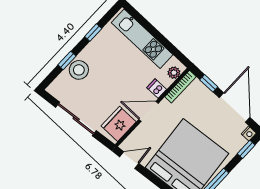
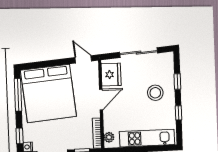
stool: (79, 70) -> (155, 93), moved
dishwasher: (157, 89) -> (110, 118), removed
door: (129, 160) -> (83, 59), swing flipped

